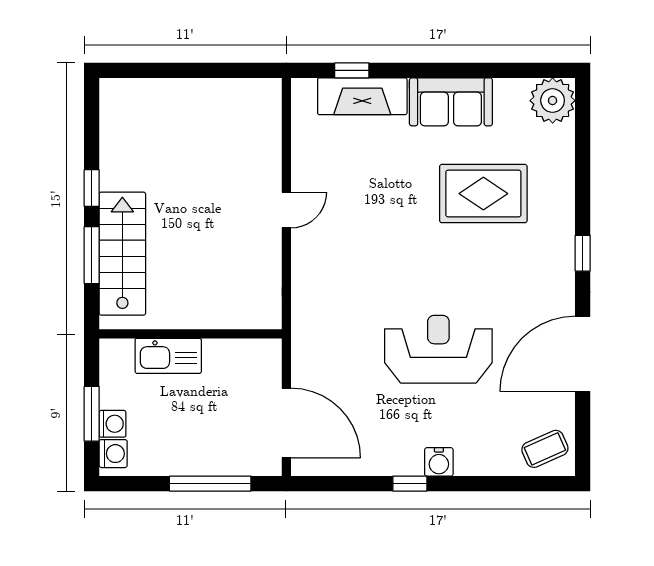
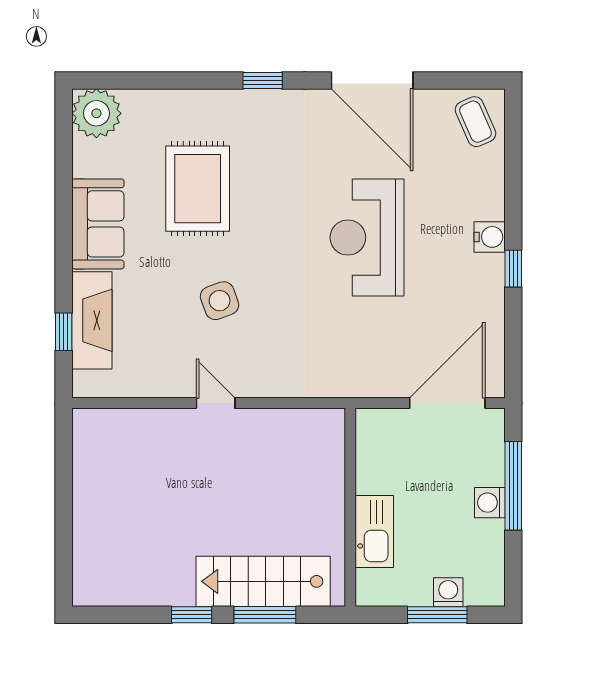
side table: (380, 214) -> (220, 301), added
washing machine: (113, 454) -> (490, 503), moved, turned -90

